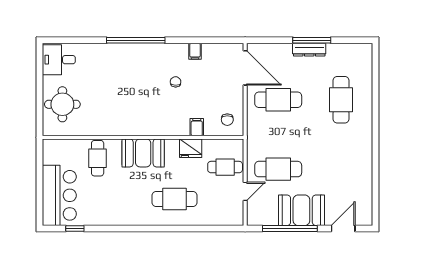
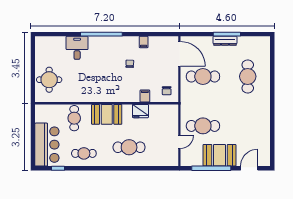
desk: (59, 60) -> (77, 48), moved, turned 90
cafe table: (225, 167) -> (84, 153), moved

